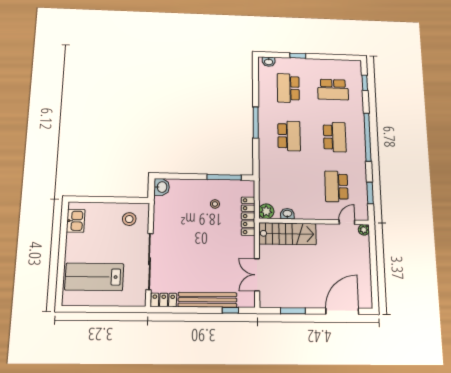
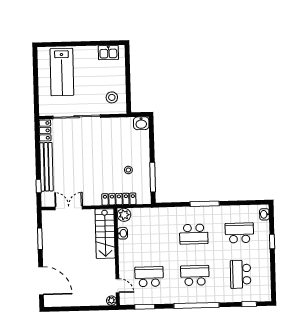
school desk: (335, 137) -> (195, 275), turned 180
lab bench: (94, 277) -> (62, 72), turned 180

